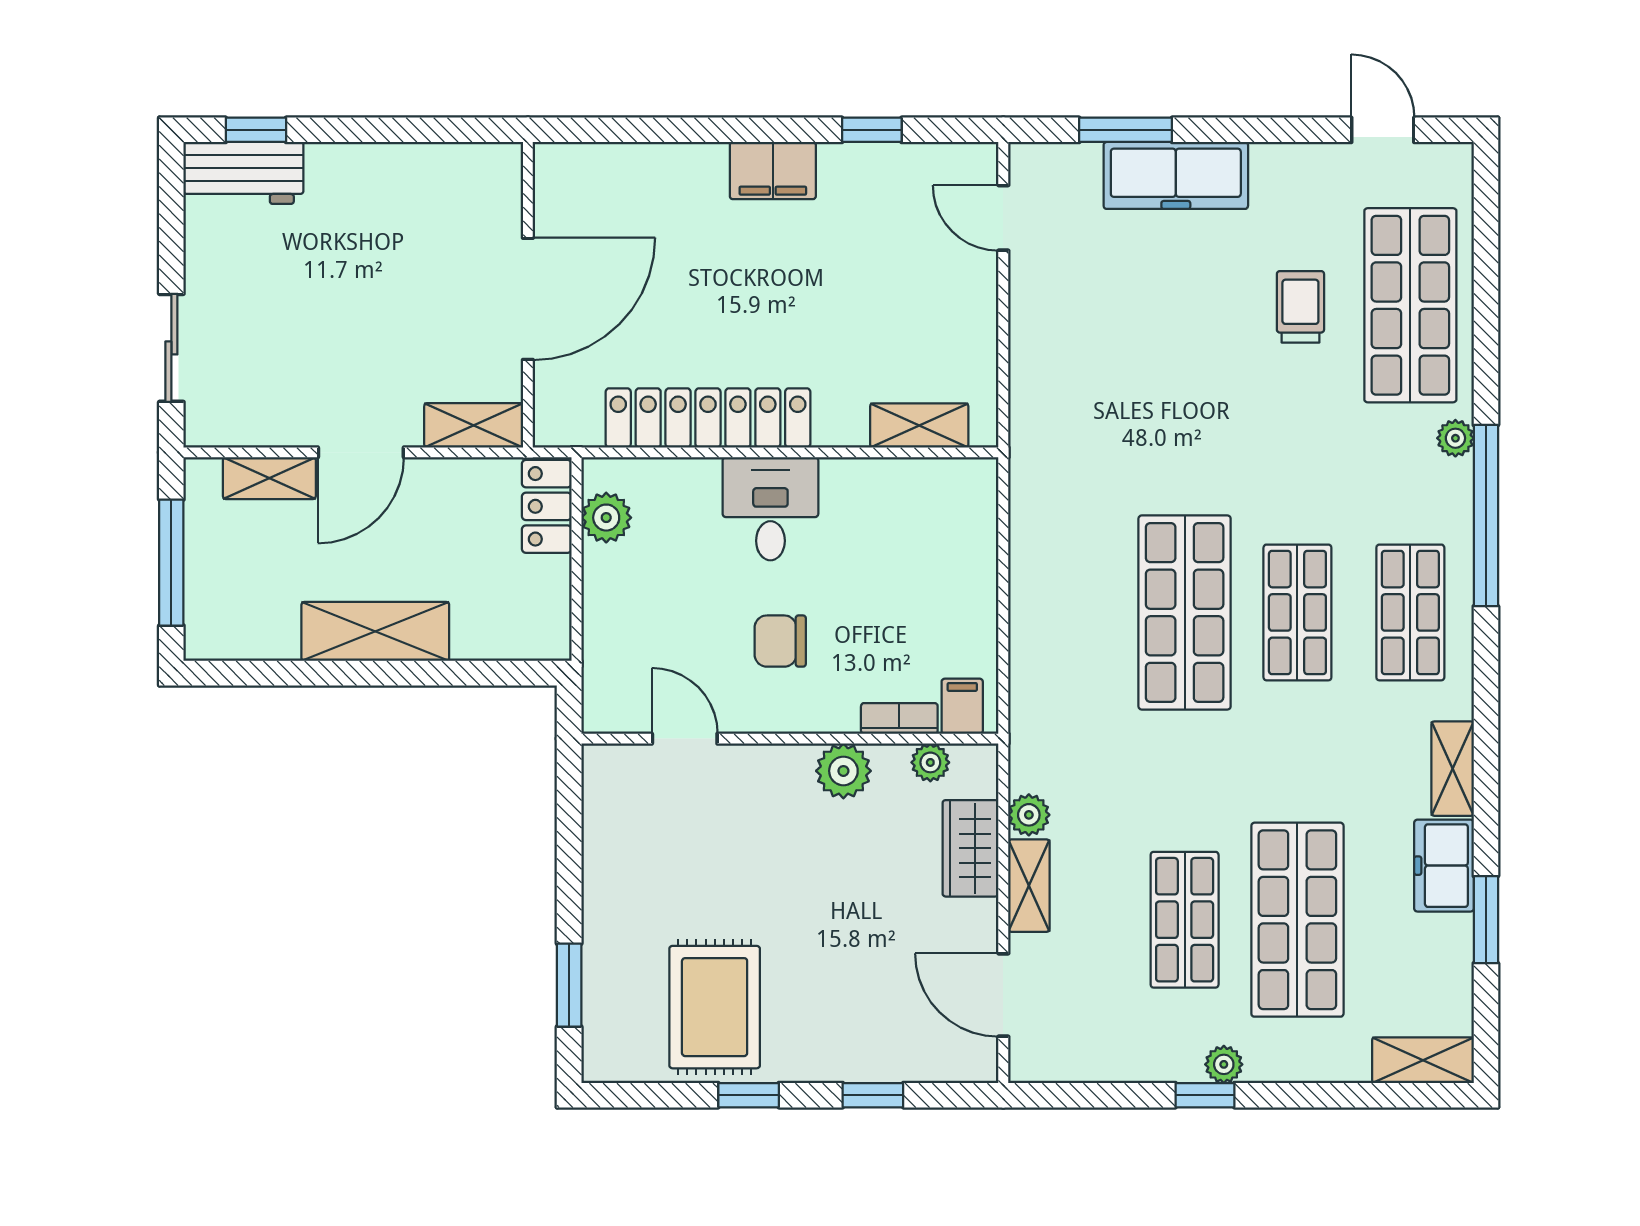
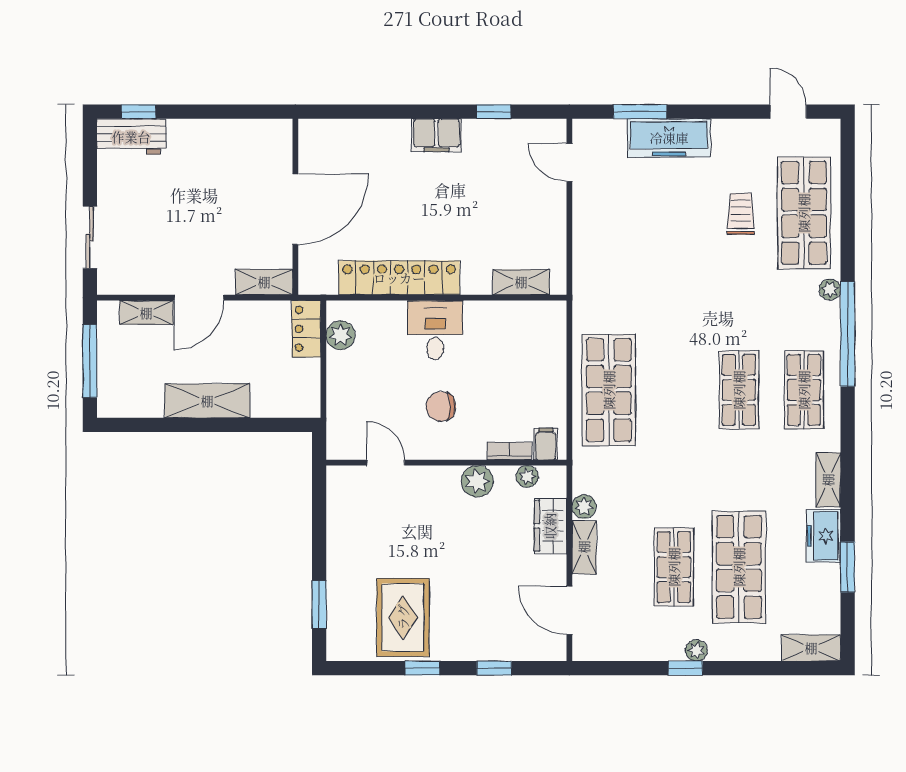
shop shelf: (1185, 612) -> (609, 390), moved

